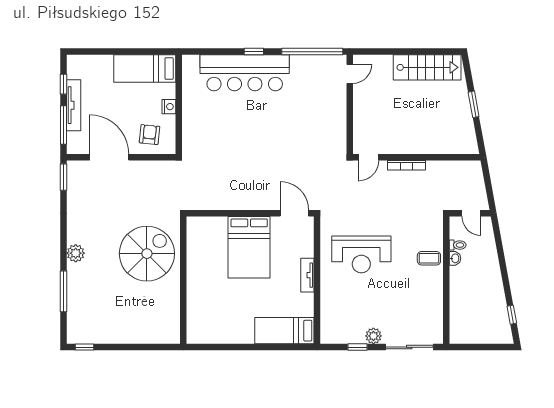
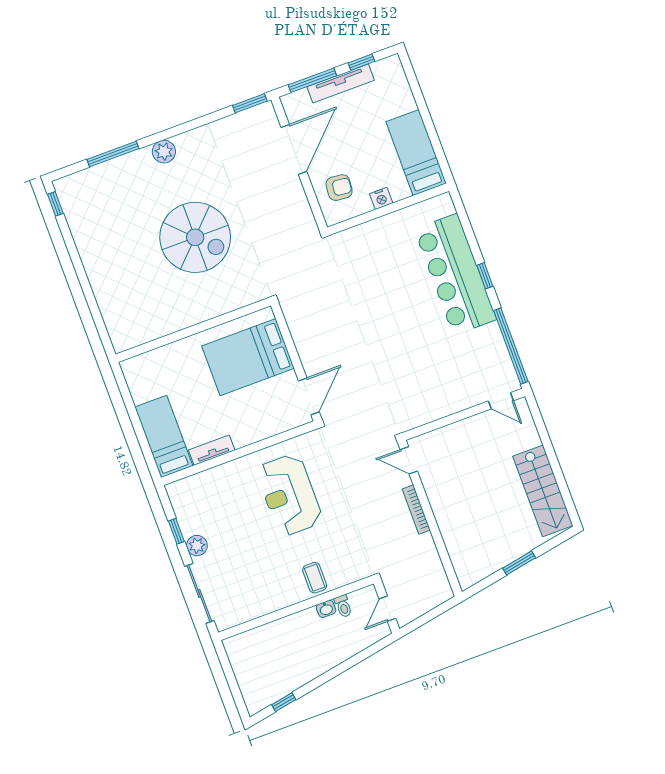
tv unit: (307, 275) -> (212, 450), moved
wall: (183, 280) -> (193, 330), moved

